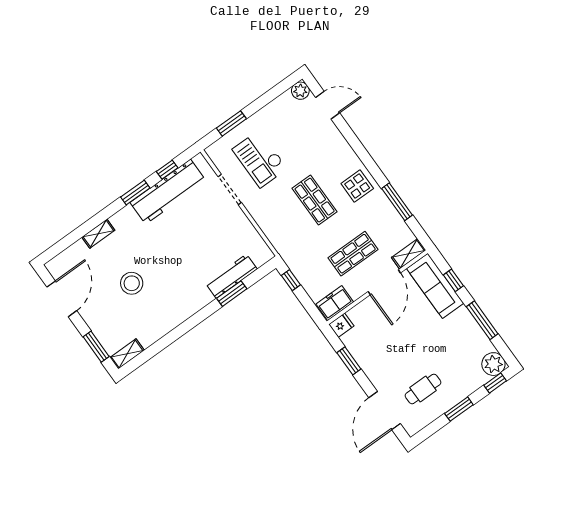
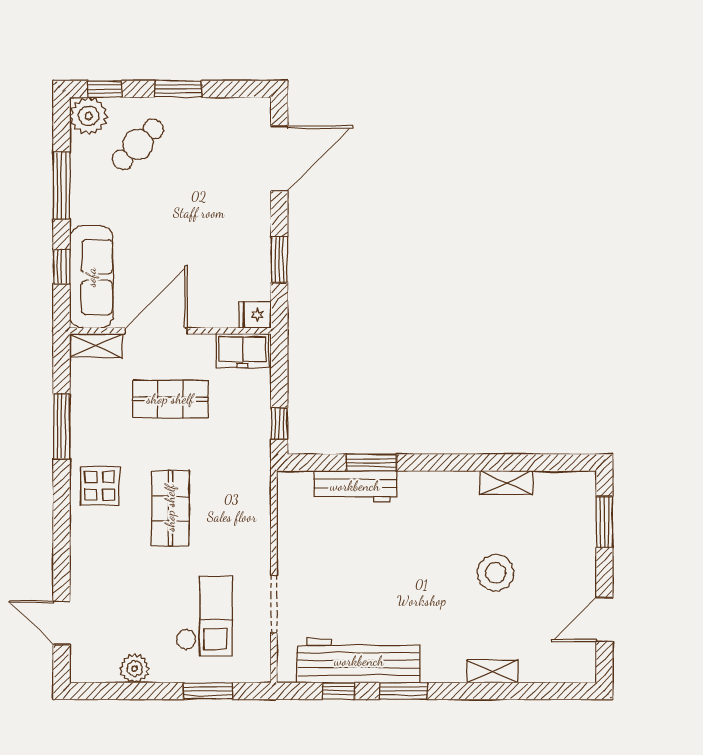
plant: (300, 91) -> (135, 668), moved
door: (62, 299) -> (604, 619), width x0.73
shelving: (127, 354) -> (506, 483), moved
cafe table: (423, 389) -> (138, 144), moved, turned -45

